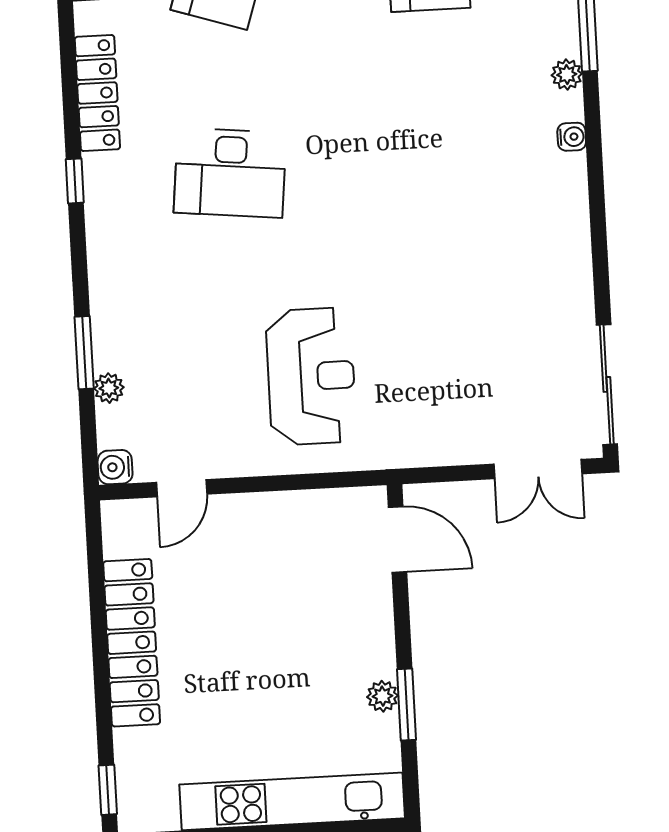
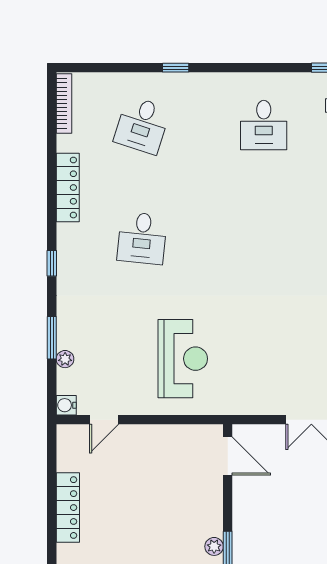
desk: (230, 173) -> (142, 238), width x0.73
window: (75, 181) -> (52, 263), moved
locker: (132, 643) -> (68, 508), width x0.71, depth x0.83

